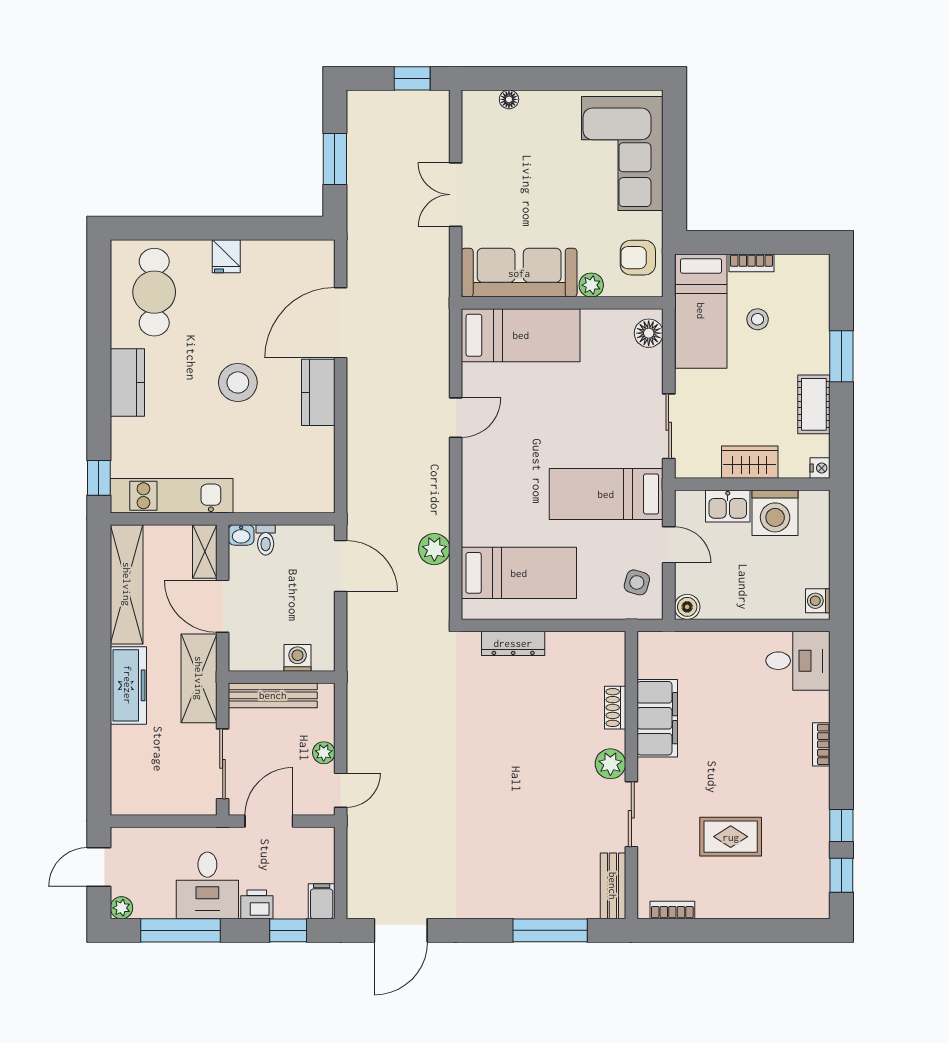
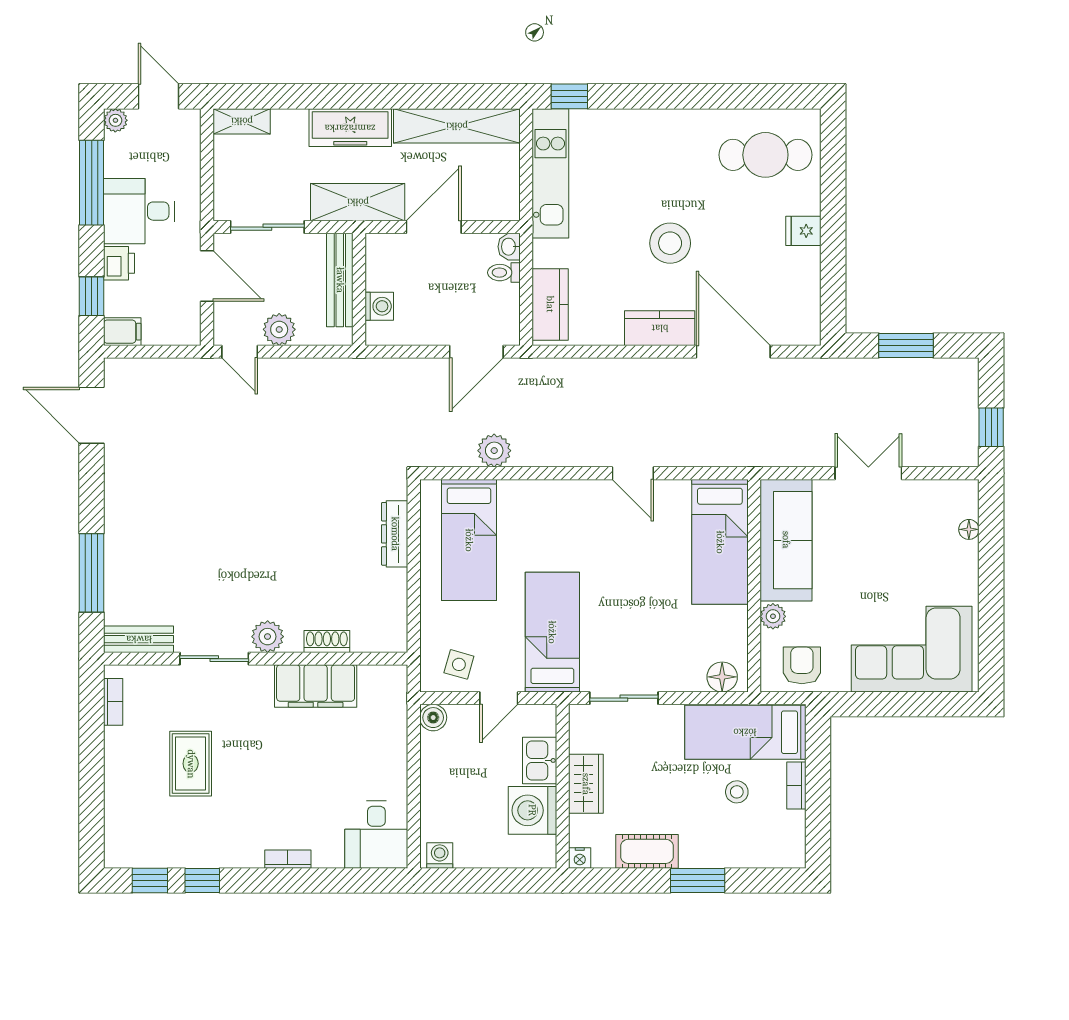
kitchen counter: (127, 383) -> (550, 304), moved, turned -90
shelving: (205, 552) -> (242, 121), moved
plant: (324, 753) -> (279, 329), width x1.38, depth x1.38

